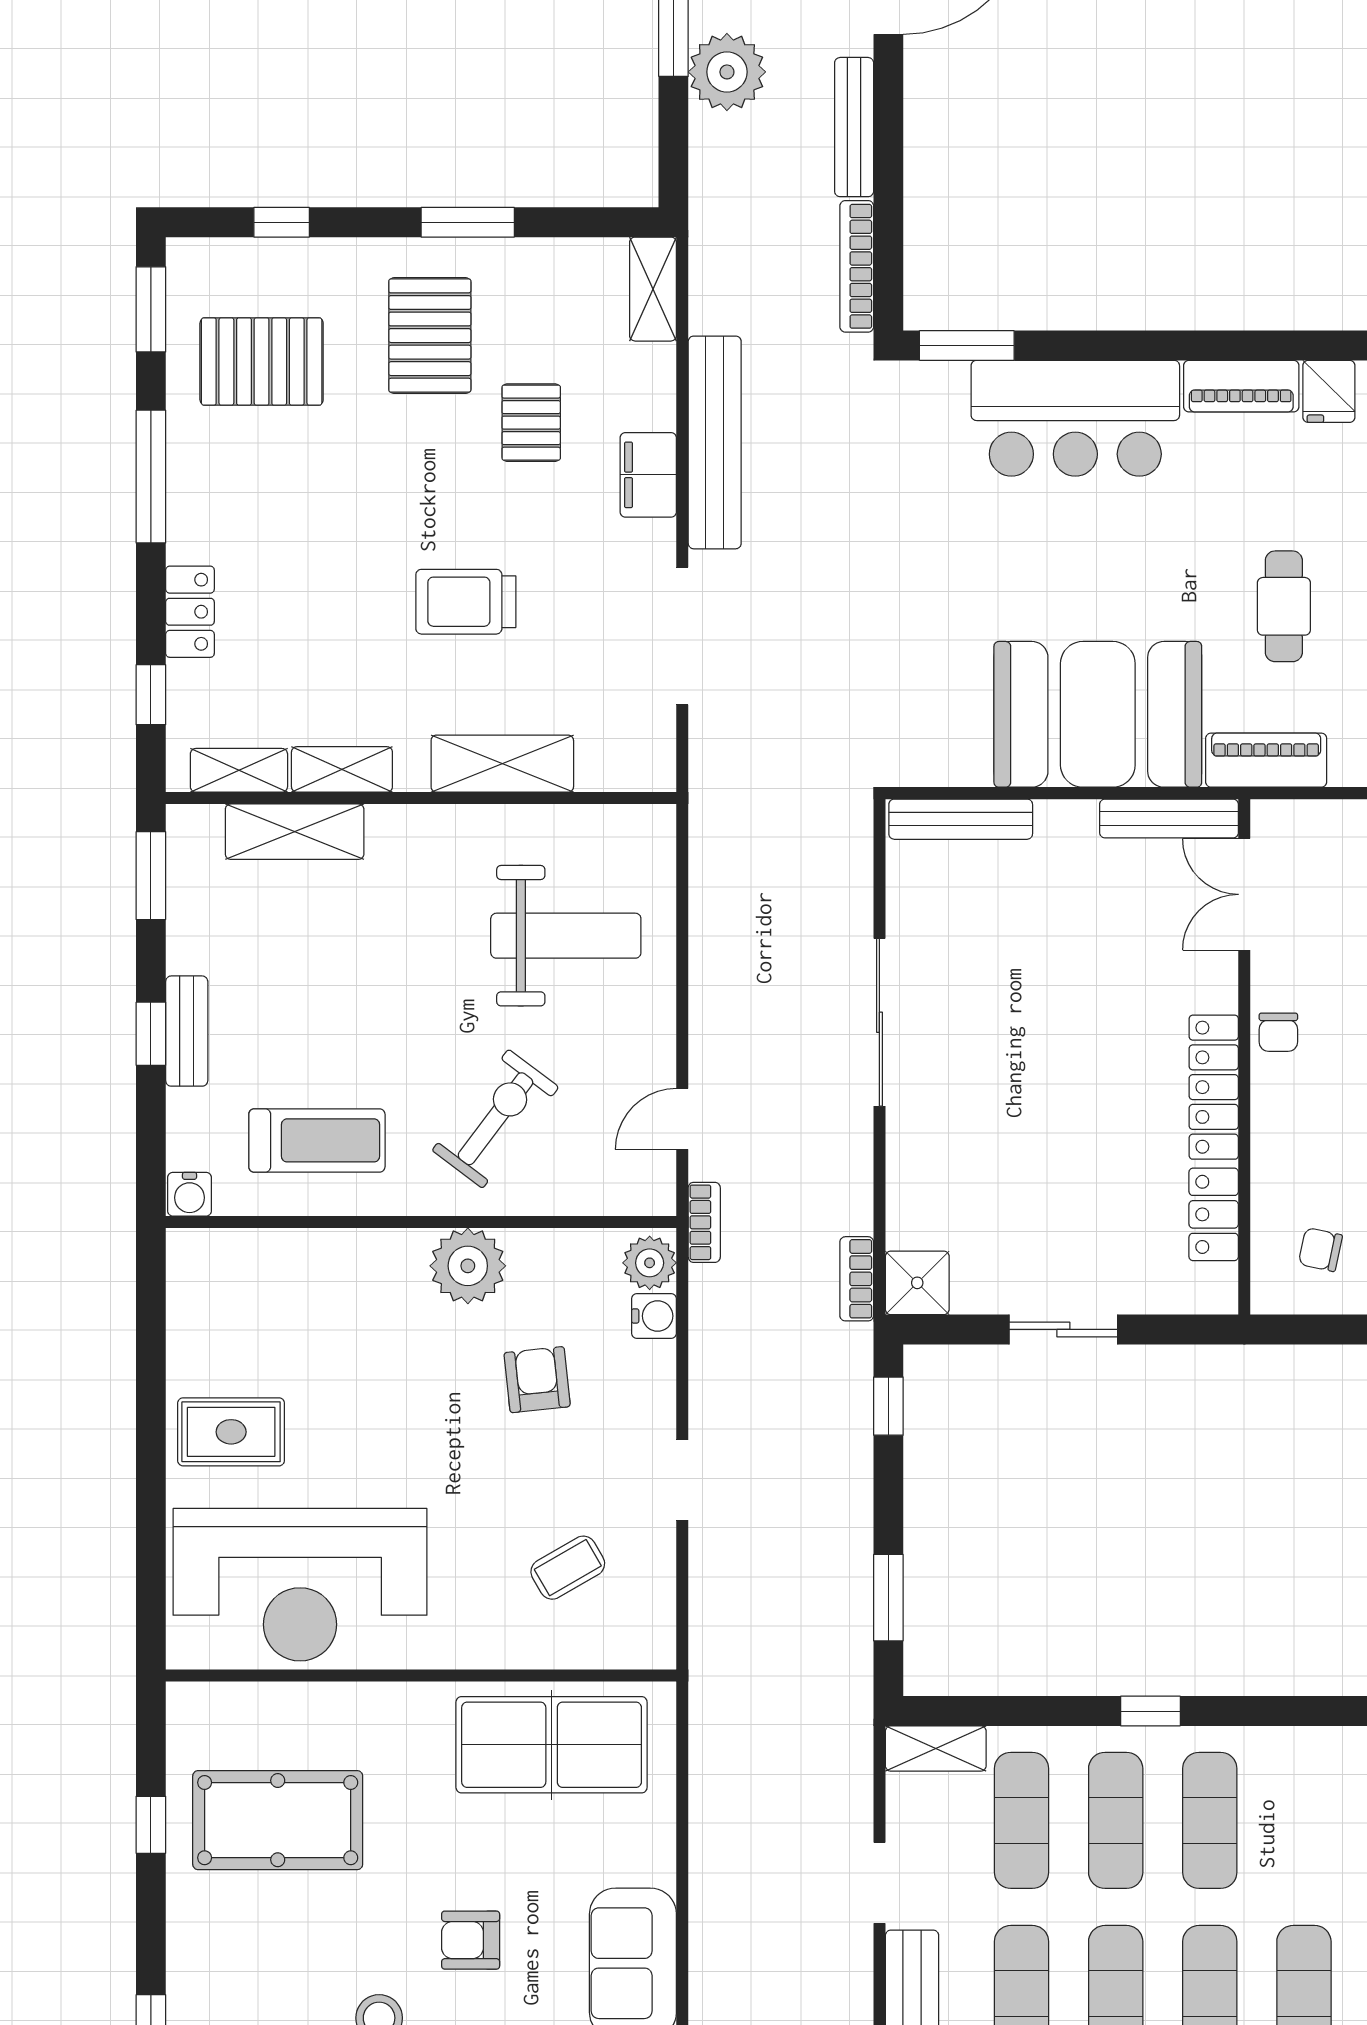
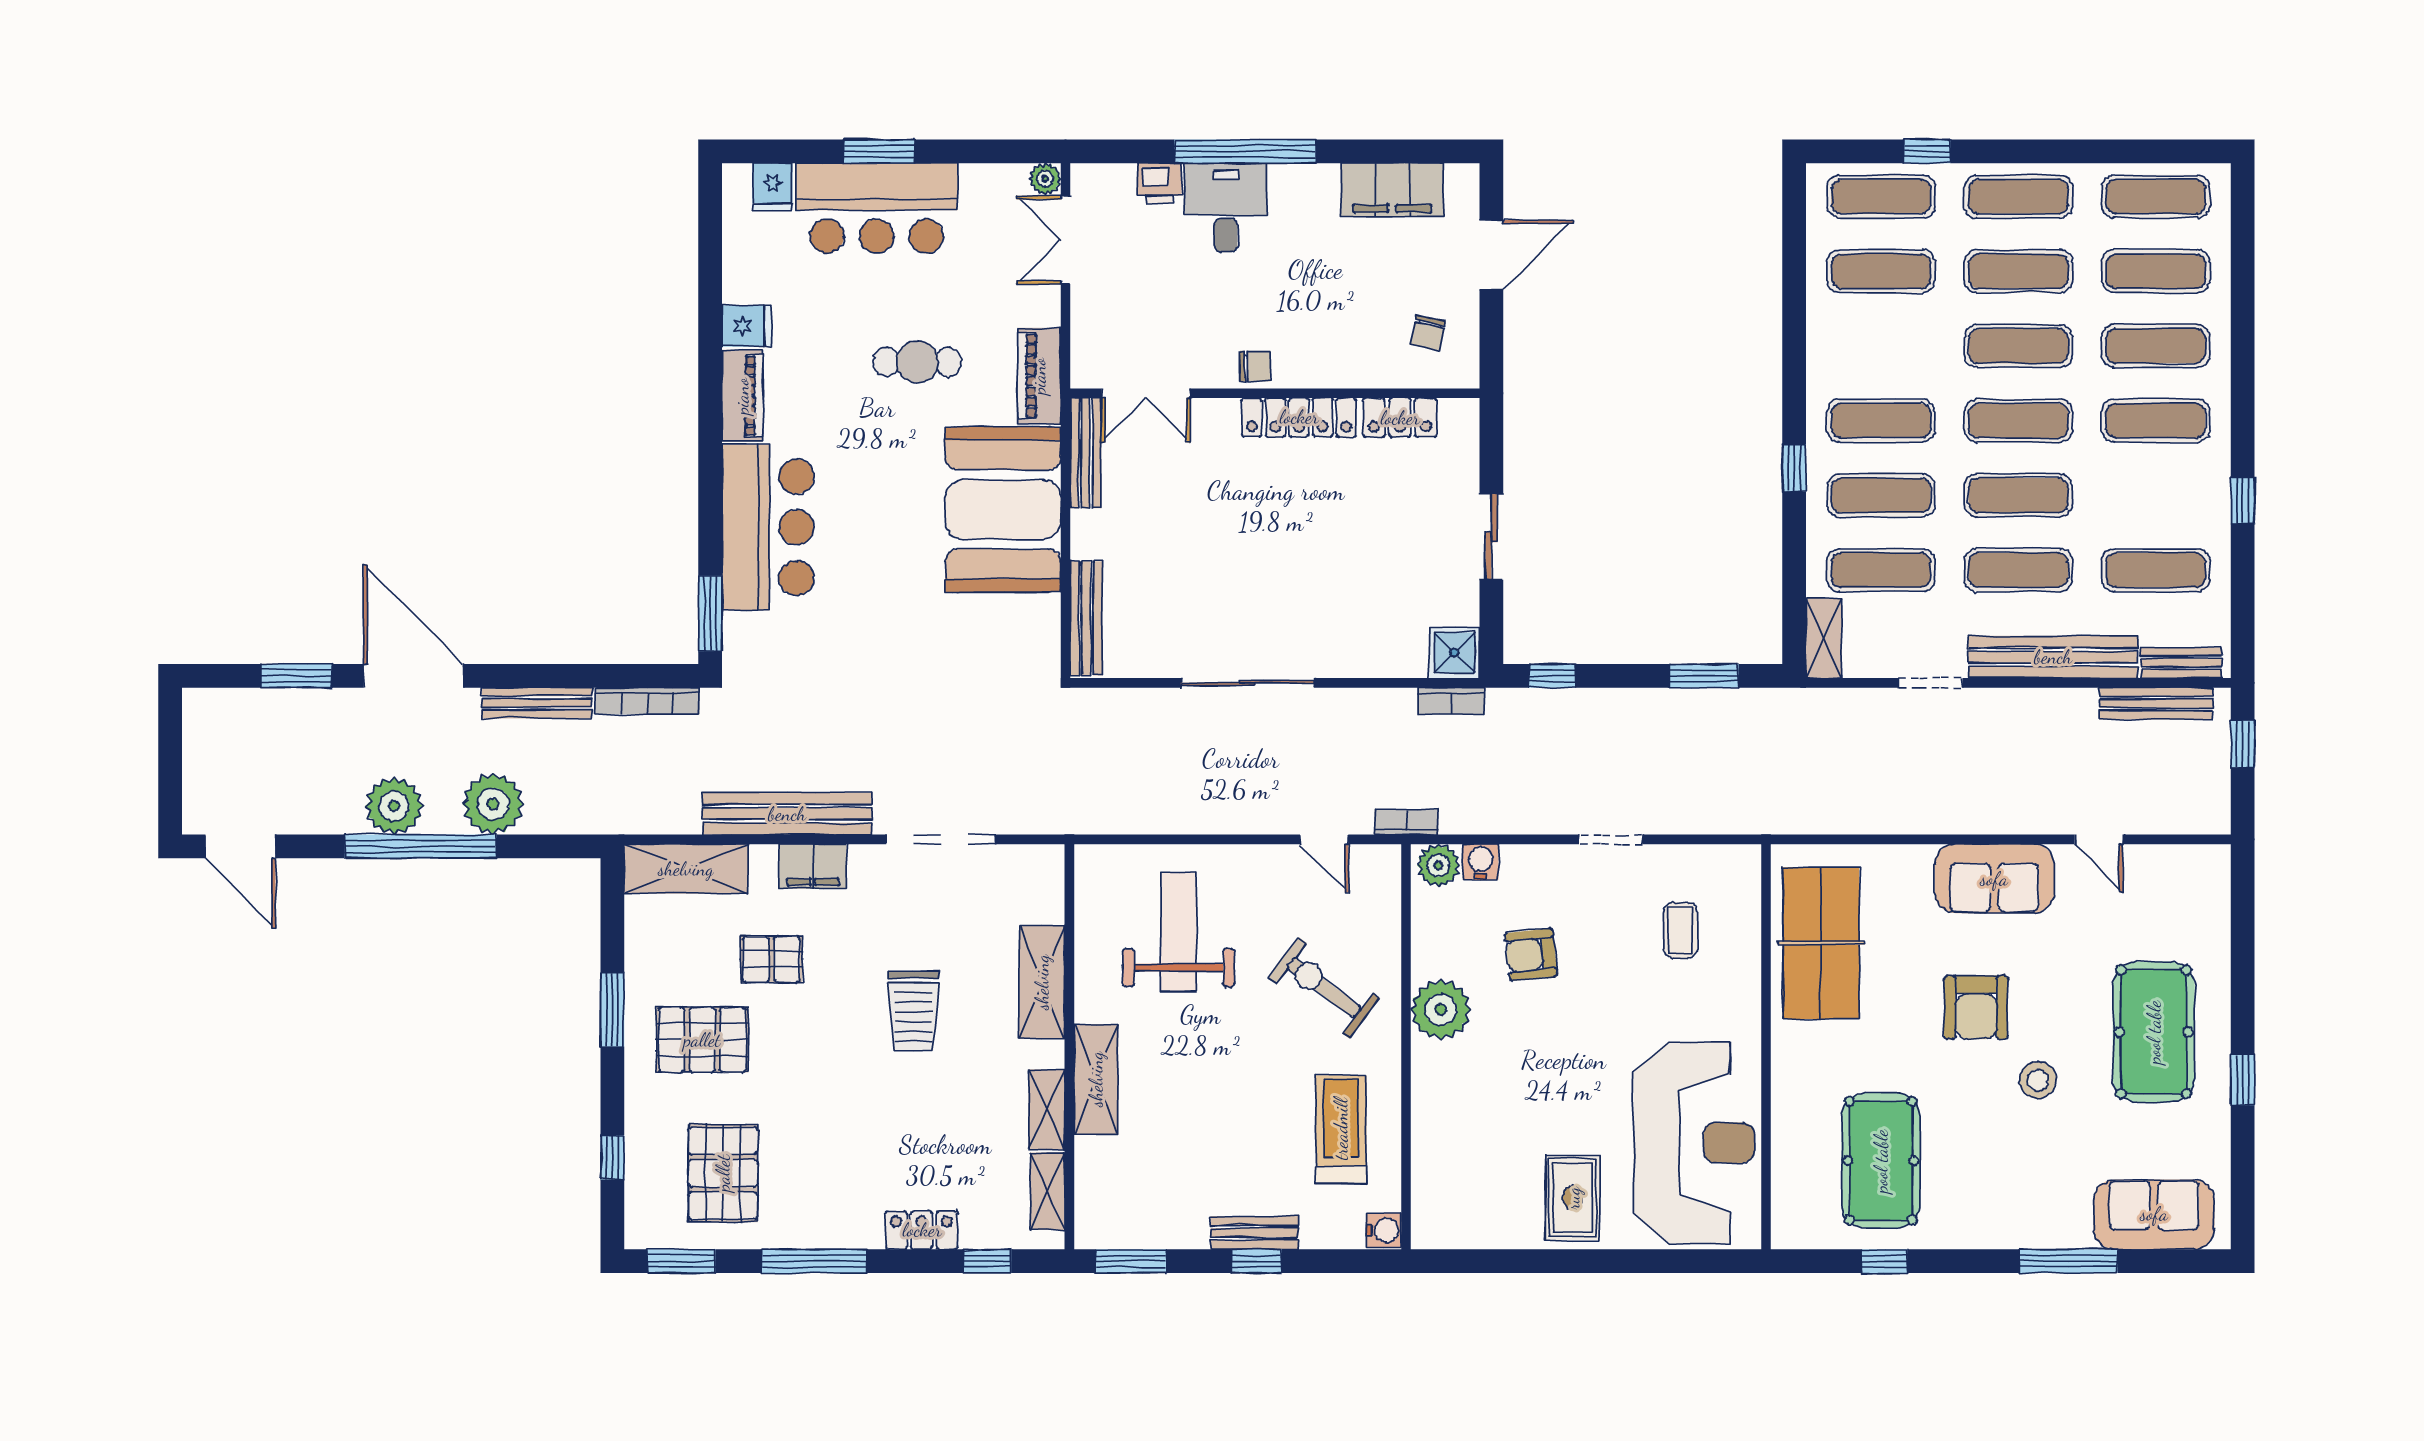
shelving: (653, 289) -> (686, 869), width x1.50, depth x1.33
shelving: (295, 832) -> (1096, 1079), moved
coffee table: (568, 1568) -> (1680, 930), turned 30
armchair: (471, 1940) -> (1976, 1007), width x1.38, depth x1.38

